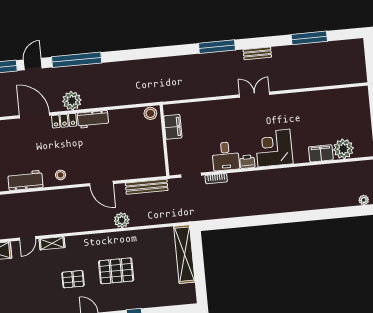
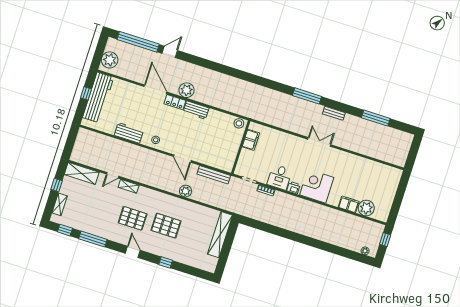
window: (77, 60) -> (202, 62), removed
pallet: (73, 279) -> (133, 218), width x1.50, depth x1.42

